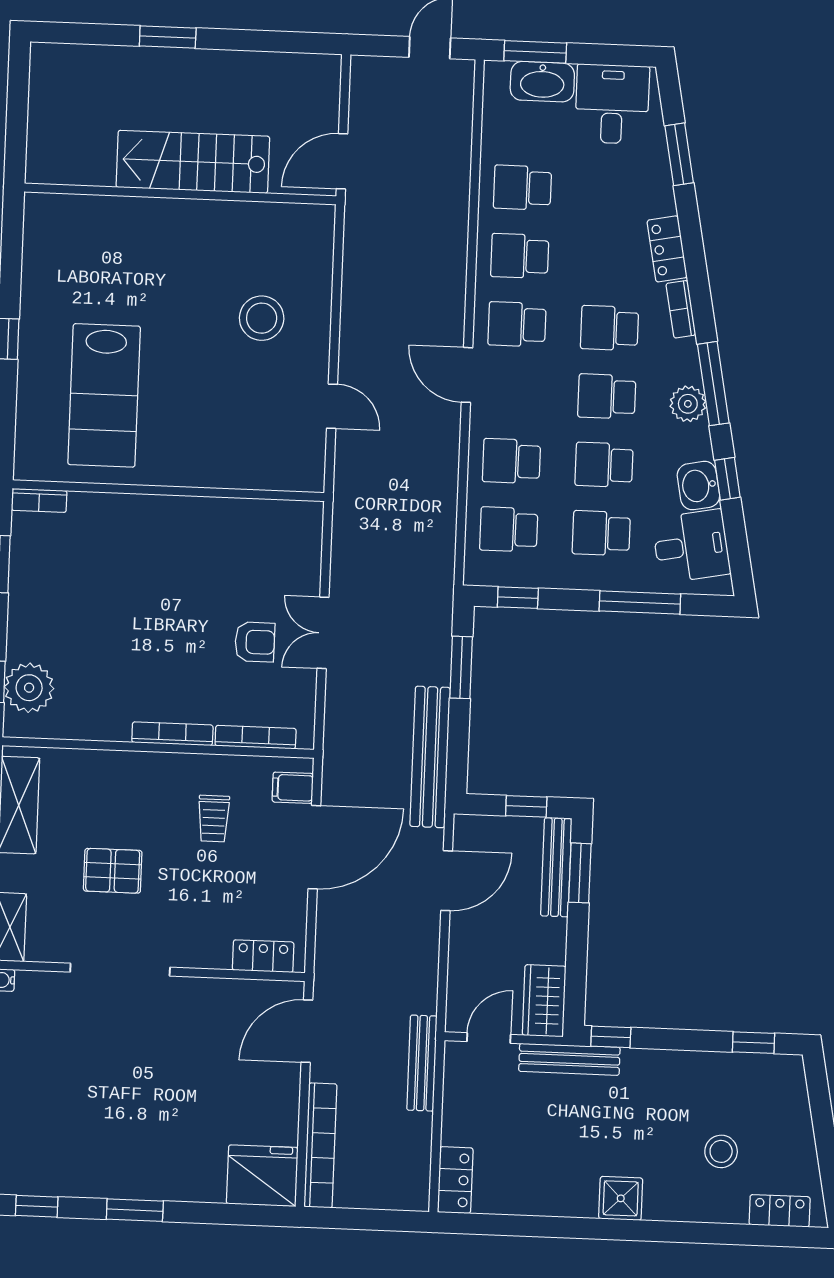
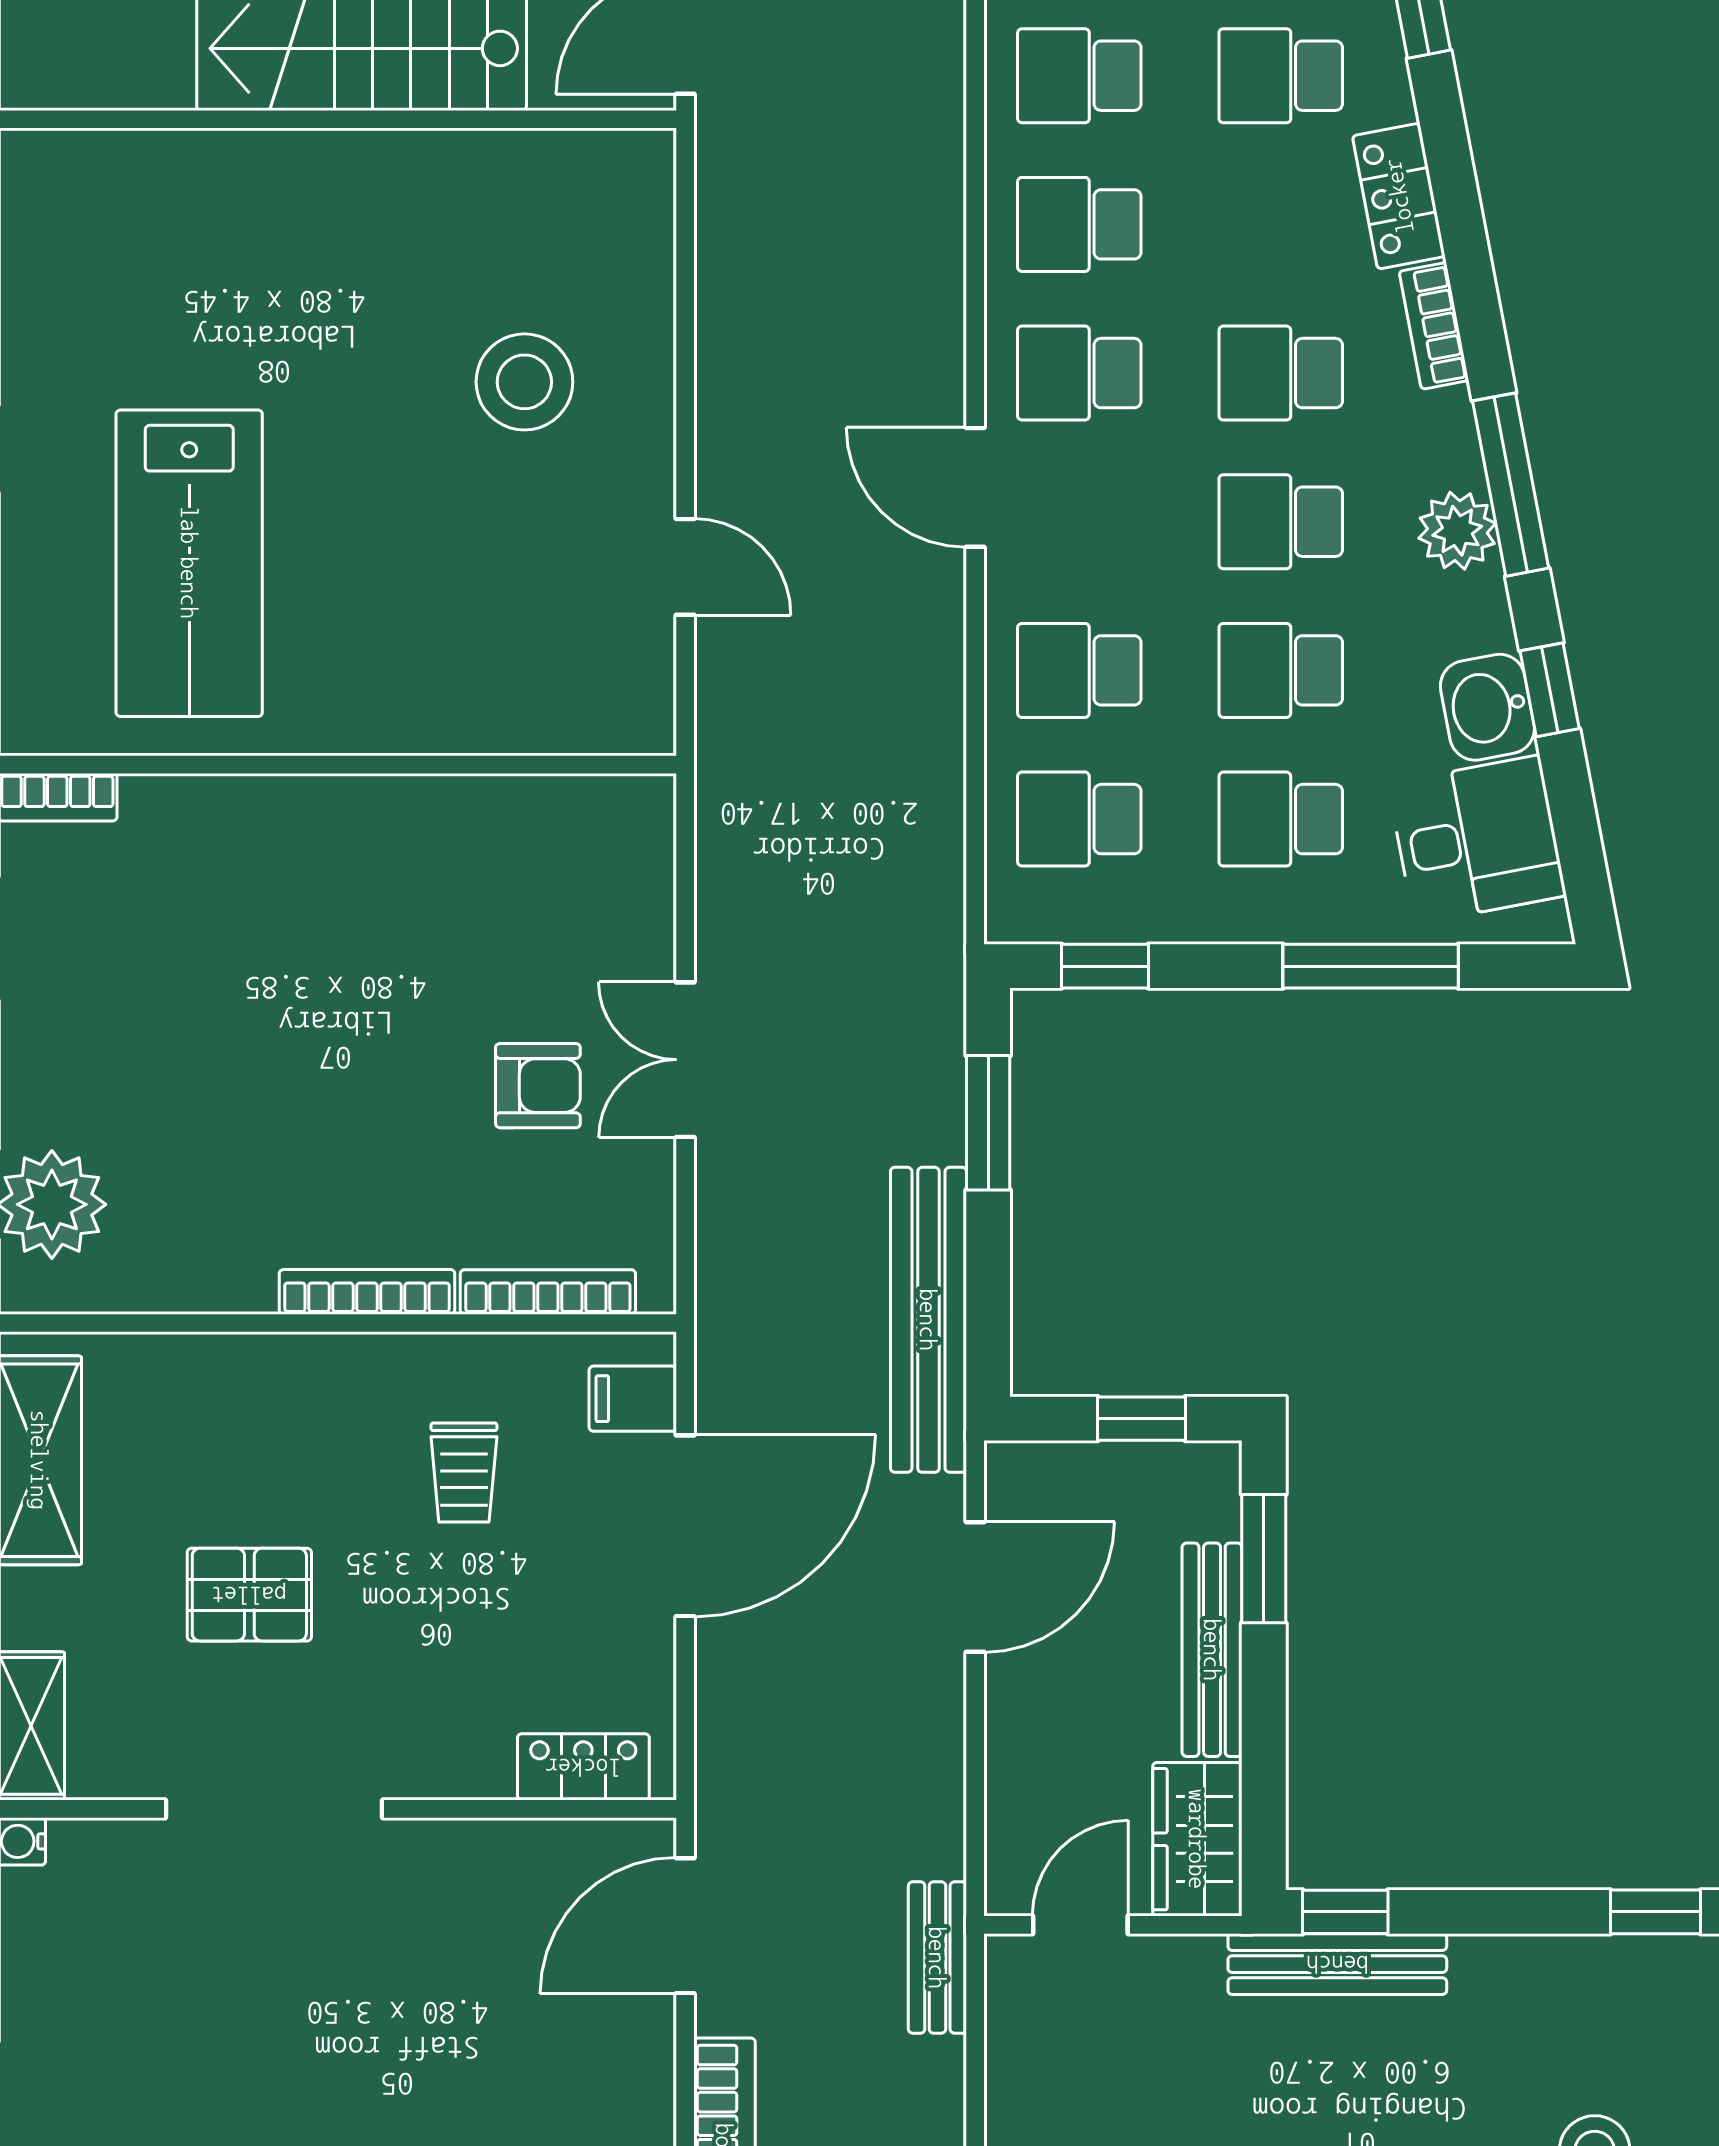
school desk: (615, 191) -> (1281, 76), added
bench: (556, 867) -> (1212, 1650), moved
bench: (569, 1059) -> (1337, 1964), moved
bench: (422, 1063) -> (937, 1958), width x0.73

